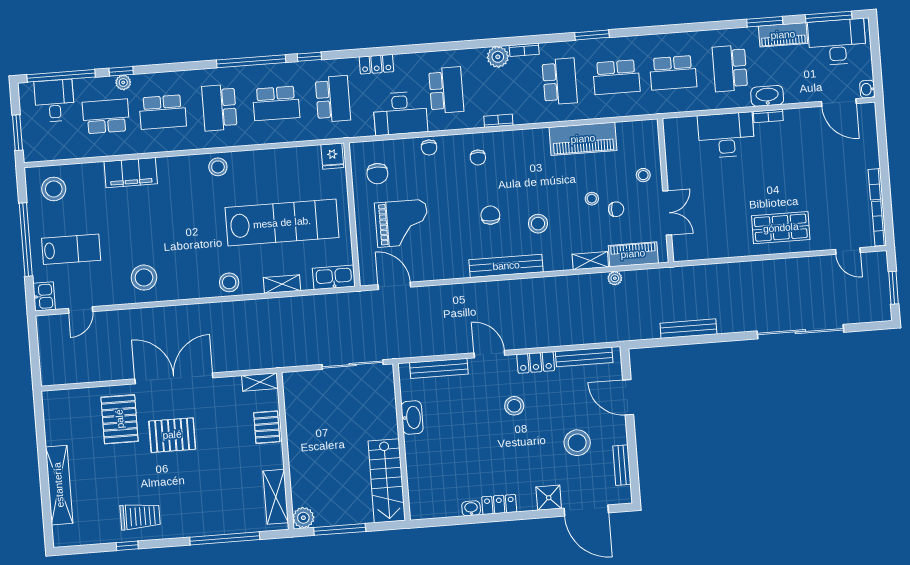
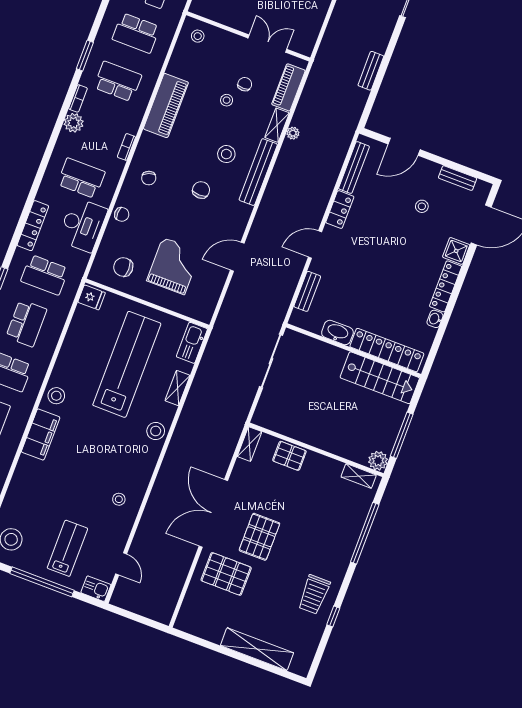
window: (592, 35) -> (85, 56), moved
locker: (376, 64) -> (33, 226), width x1.53
school desk: (616, 77) -> (136, 33), turned 90
school desk: (333, 99) -> (45, 275), turned 180
piano: (583, 139) -> (166, 106), moved
chair: (478, 157) -> (149, 178), turned 68
filing cabinet: (131, 173) -> (41, 434), moved
chair: (377, 174) -> (123, 267), turned 180
stool: (643, 175) -> (198, 36), moved
chair: (490, 215) -> (201, 190), turned 90
bench: (506, 266) -> (258, 172), moved
stool: (144, 278) -> (119, 499), width x0.53, depth x0.53
plant: (615, 278) -> (293, 133), moved
door: (394, 286) -> (237, 257), moved
bench: (688, 329) -> (371, 71), width x0.73
bench: (439, 368) -> (307, 291), width x0.73
stool: (514, 406) -> (367, 244), removed
stool: (577, 443) -> (422, 206), width x0.53, depth x0.53
locker: (418, 475) -> (387, 350), added
shelving: (276, 497) -> (359, 476), width x0.67, depth x0.75
locker: (499, 504) -> (446, 286), width x1.53
trolley: (140, 516) -> (314, 594), turned 180

